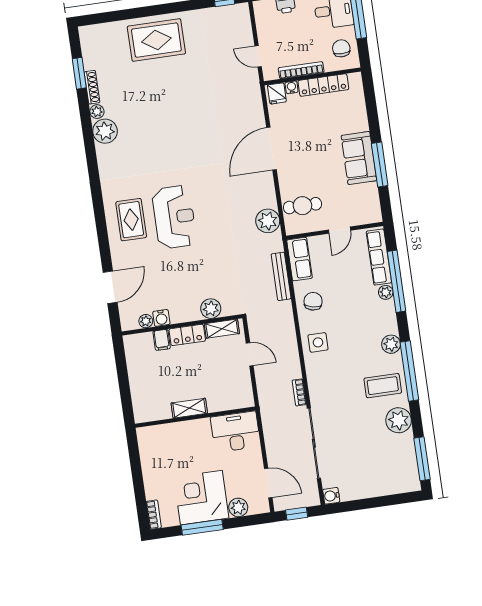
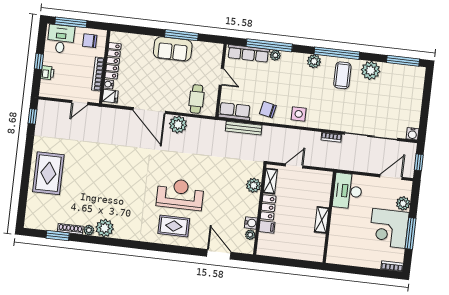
plant: (268, 221) -> (178, 125), moved

